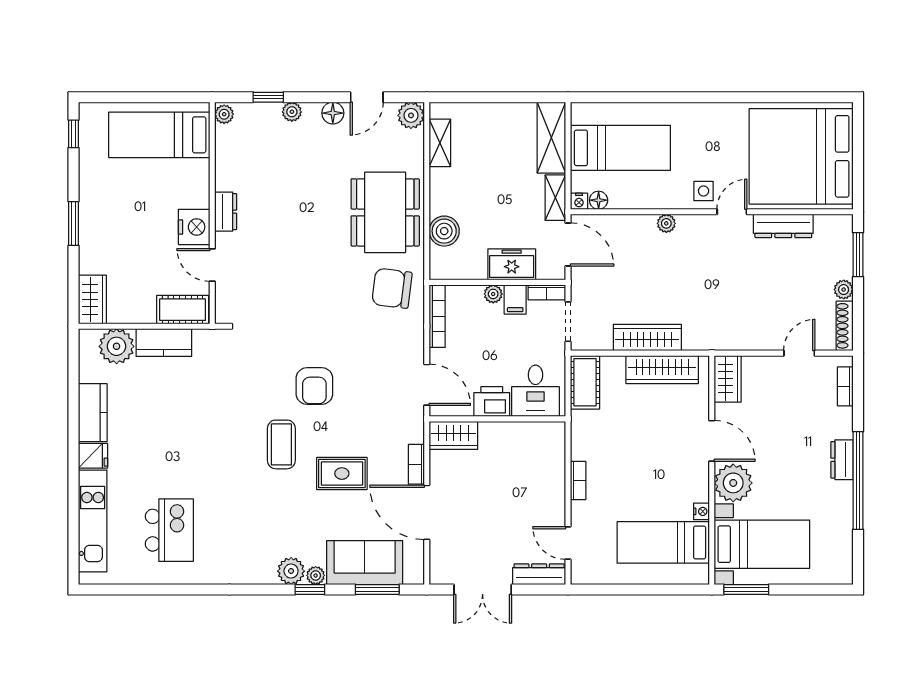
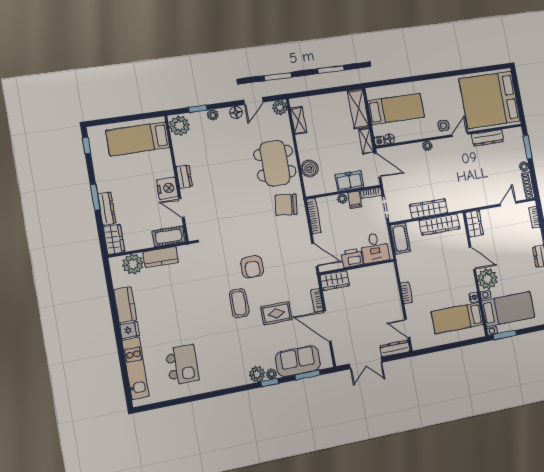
plant: (224, 114) -> (179, 126), width x1.88, depth x1.88
dresser: (89, 245) -> (107, 208), added

